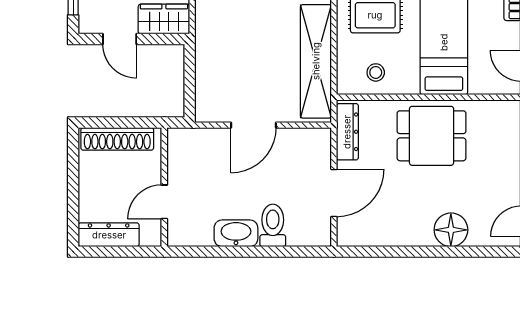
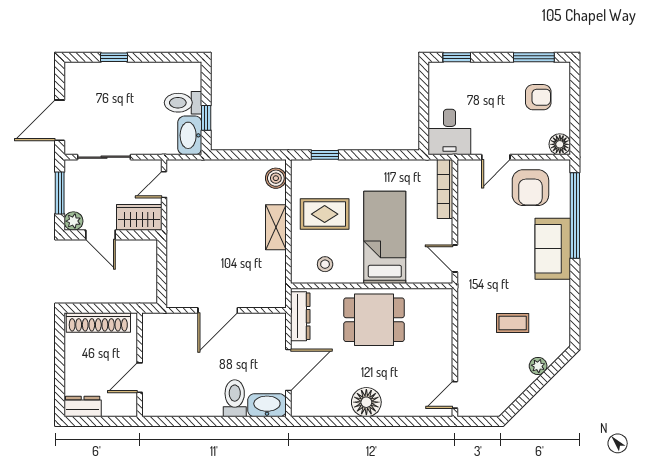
plant: (89, 23) -> (73, 221), added
shelving: (316, 61) -> (276, 227), width x0.45, depth x0.75
floor lamp: (451, 230) -> (366, 402), moved
washbasin: (236, 233) -> (267, 405), moved
dresser: (109, 235) -> (83, 407), width x0.70

